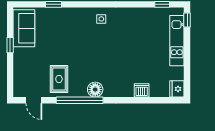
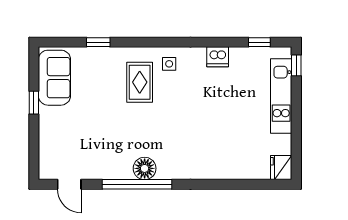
rug: (59, 79) -> (140, 82), moved
floor lamp: (95, 90) -> (145, 168), moved
dishwasher: (142, 90) -> (218, 57), moved, turned 180

